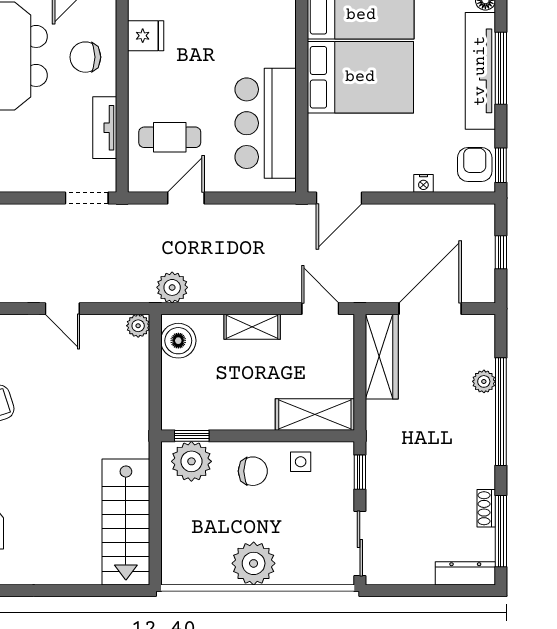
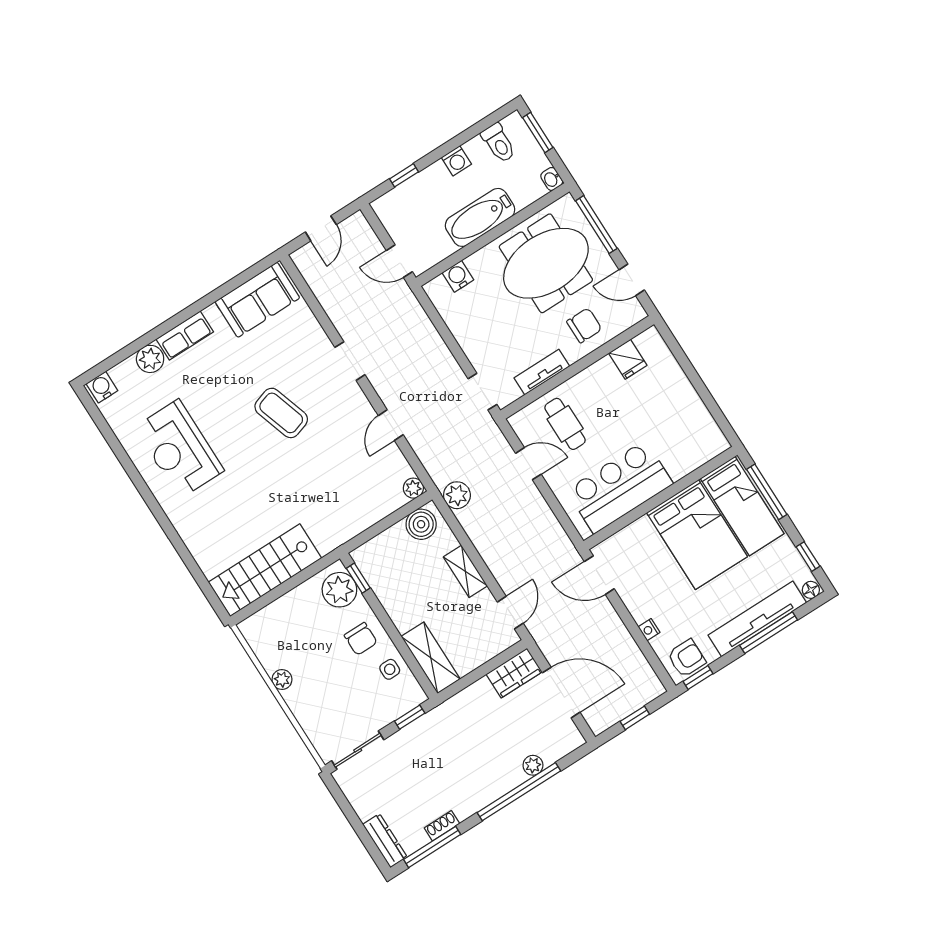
chair: (85, 57) -> (584, 325), turned 90
wardrobe: (382, 357) -> (514, 673), width x0.67
plant: (254, 563) -> (282, 680), width x0.53, depth x0.53

